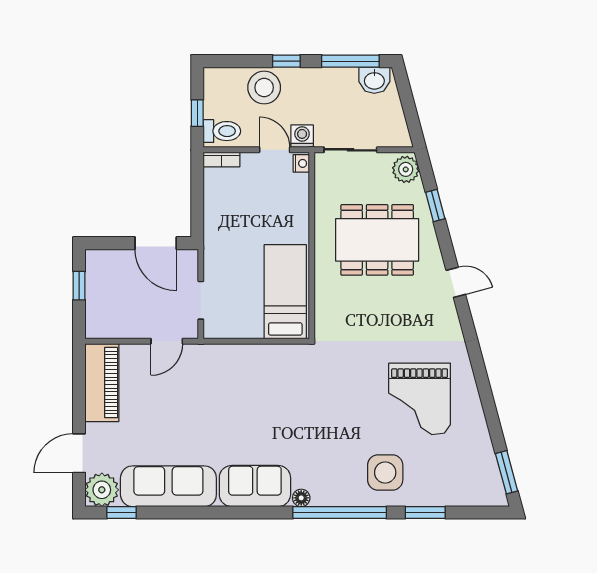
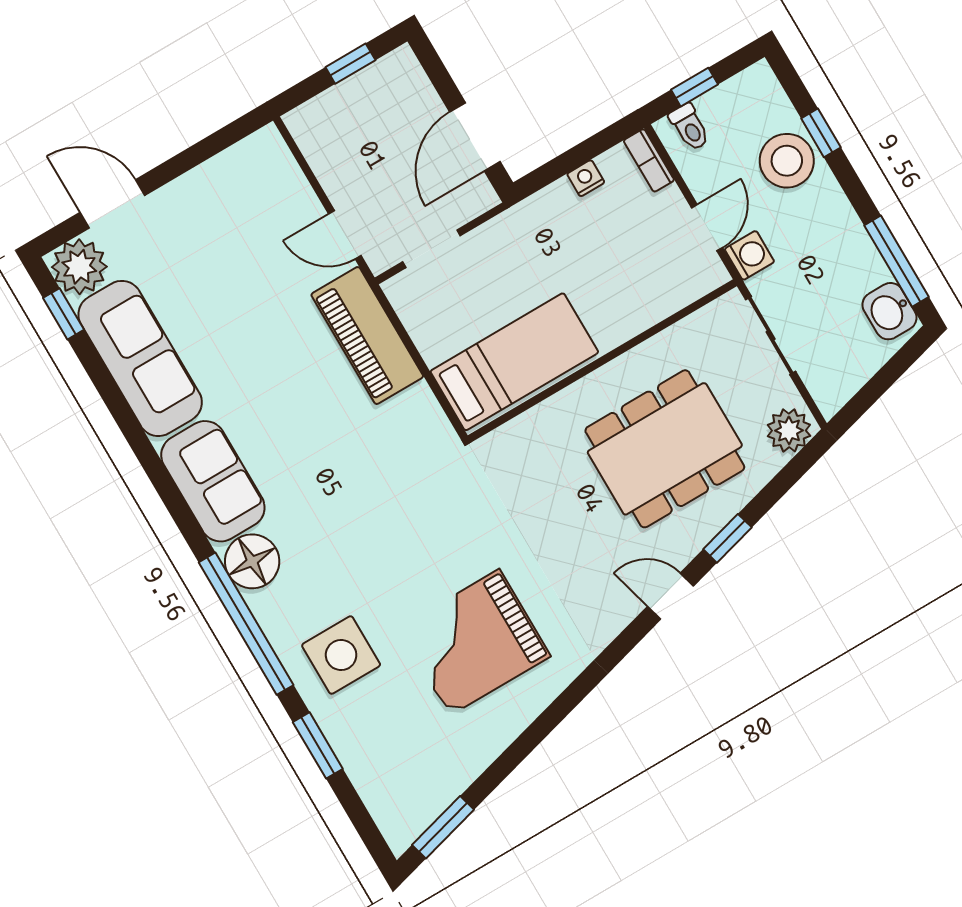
window: (286, 61) -> (821, 133), moved
toilet: (222, 131) -> (690, 127), width x0.73, depth x0.72
nightstand: (301, 163) -> (586, 178), moved, turned 180
window: (435, 205) -> (727, 538), moved
dining table: (377, 240) -> (665, 449), turned 90
door: (456, 282) -> (670, 596), swing flipped
piano: (102, 383) -> (367, 336), moved, turned 90
floor lamp: (301, 498) -> (252, 561), width x1.89, depth x1.89

